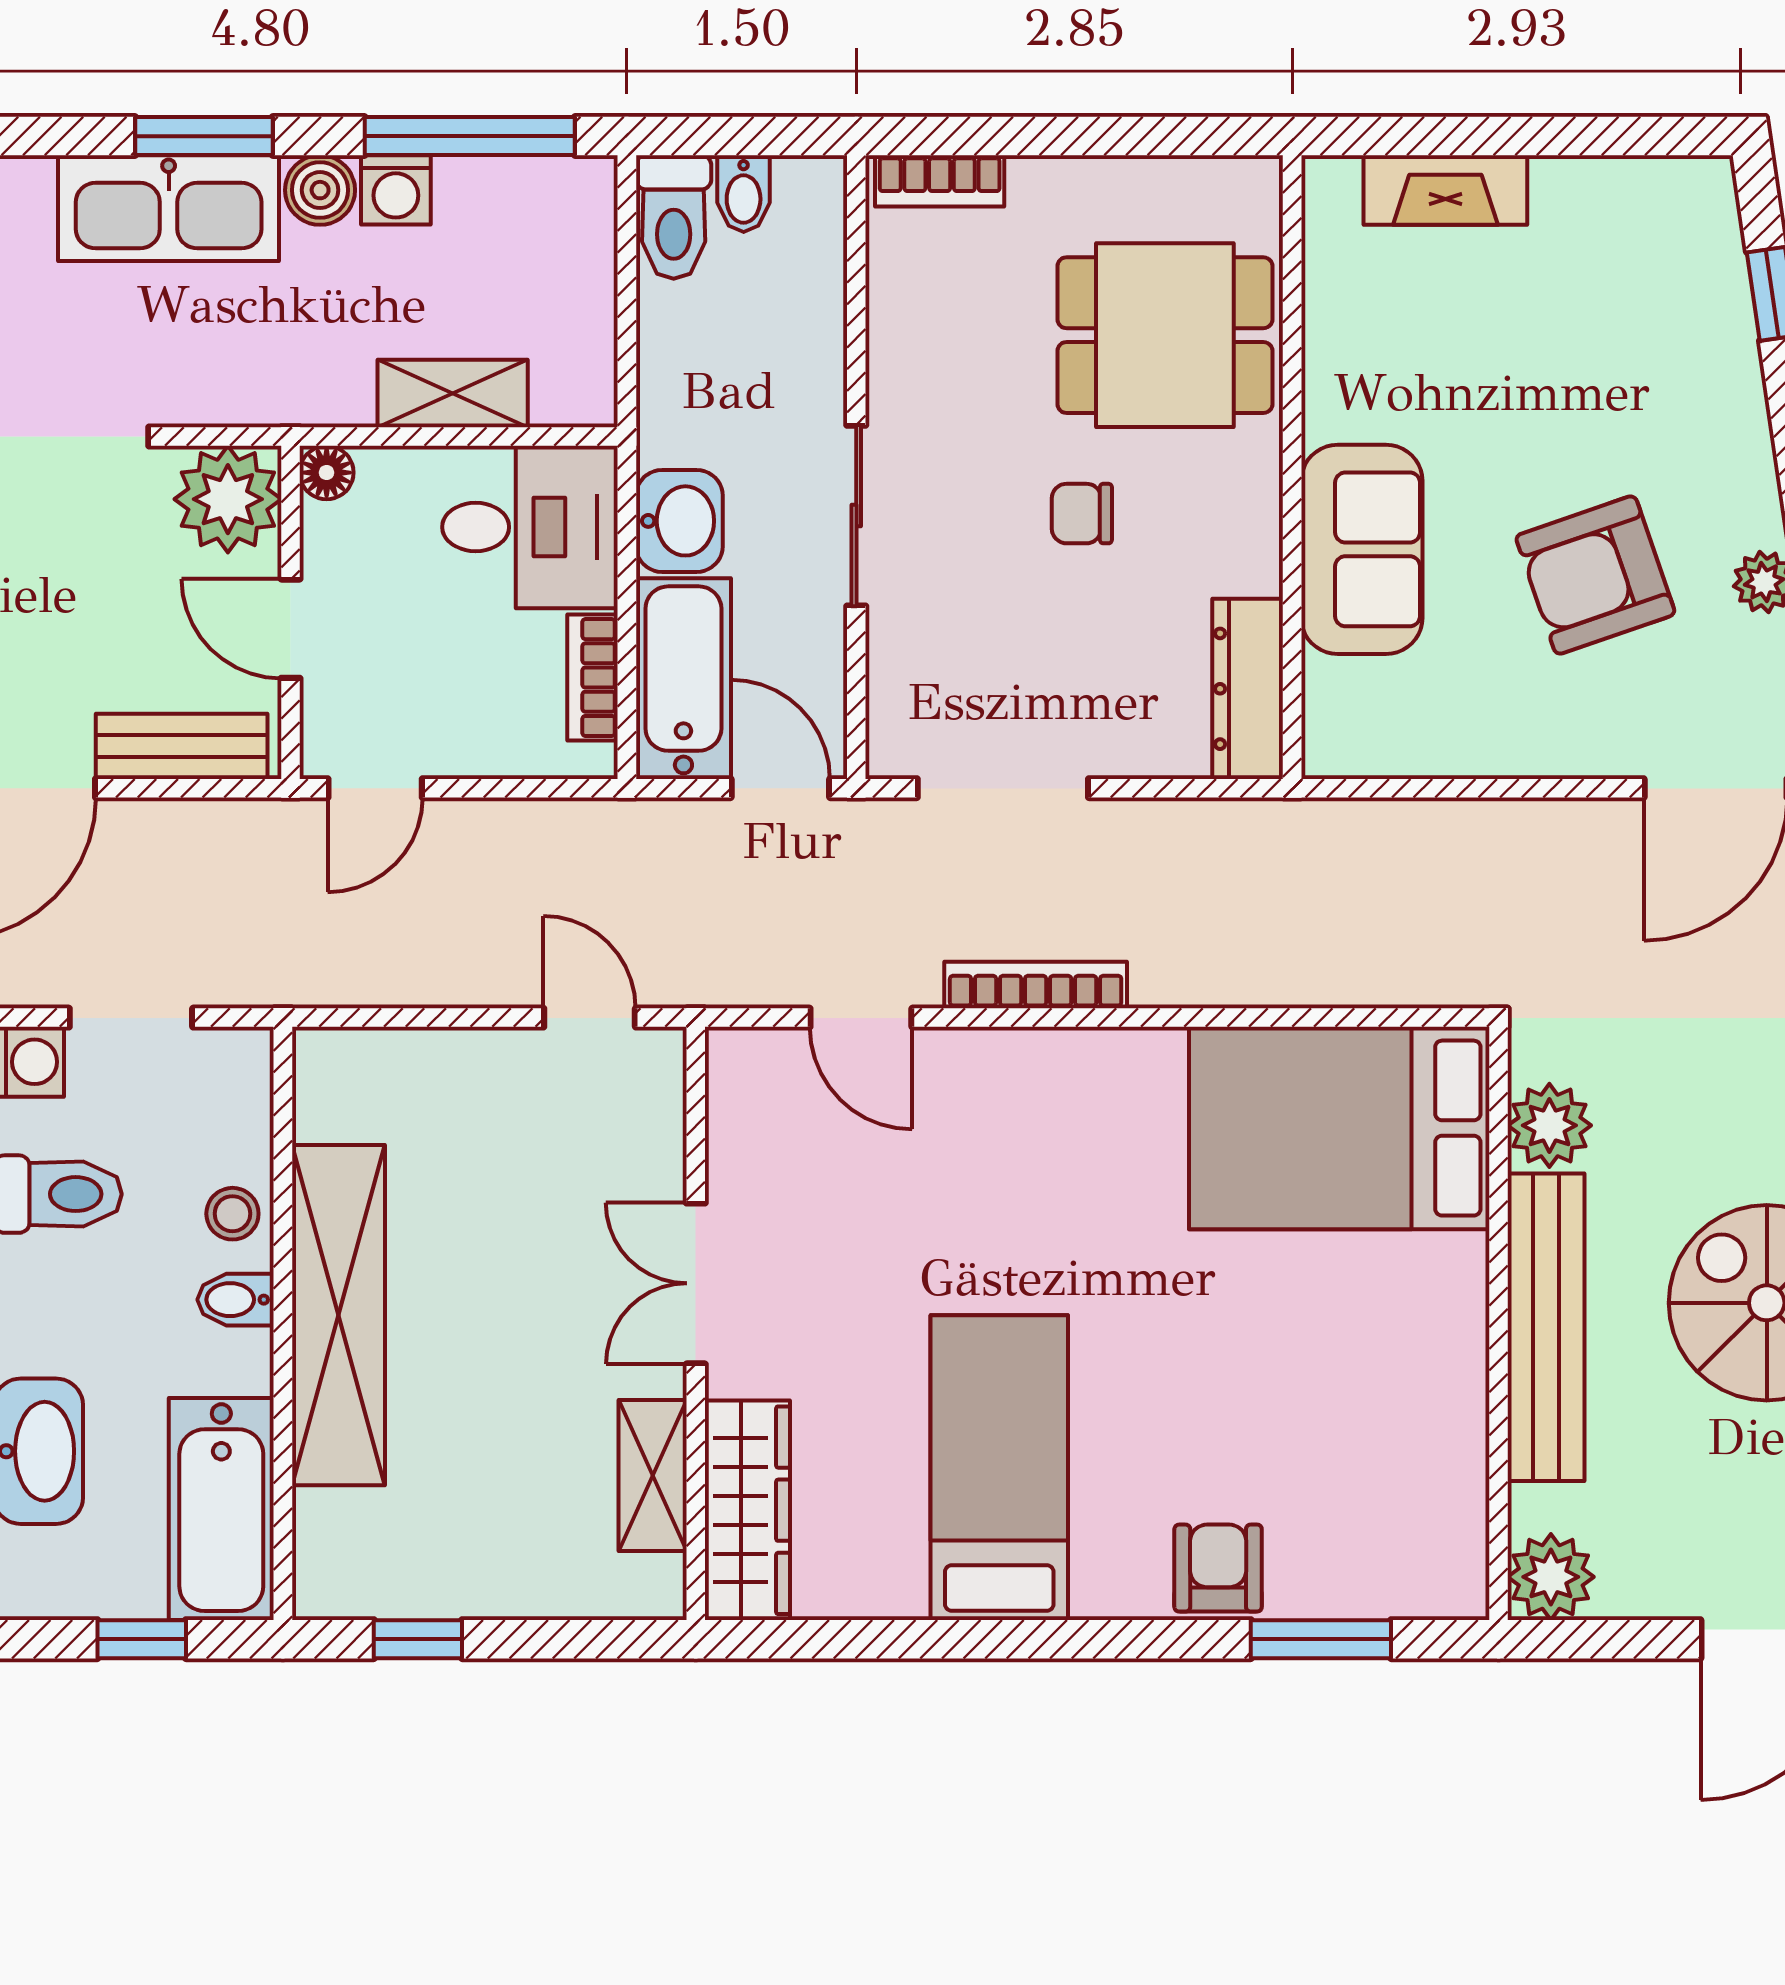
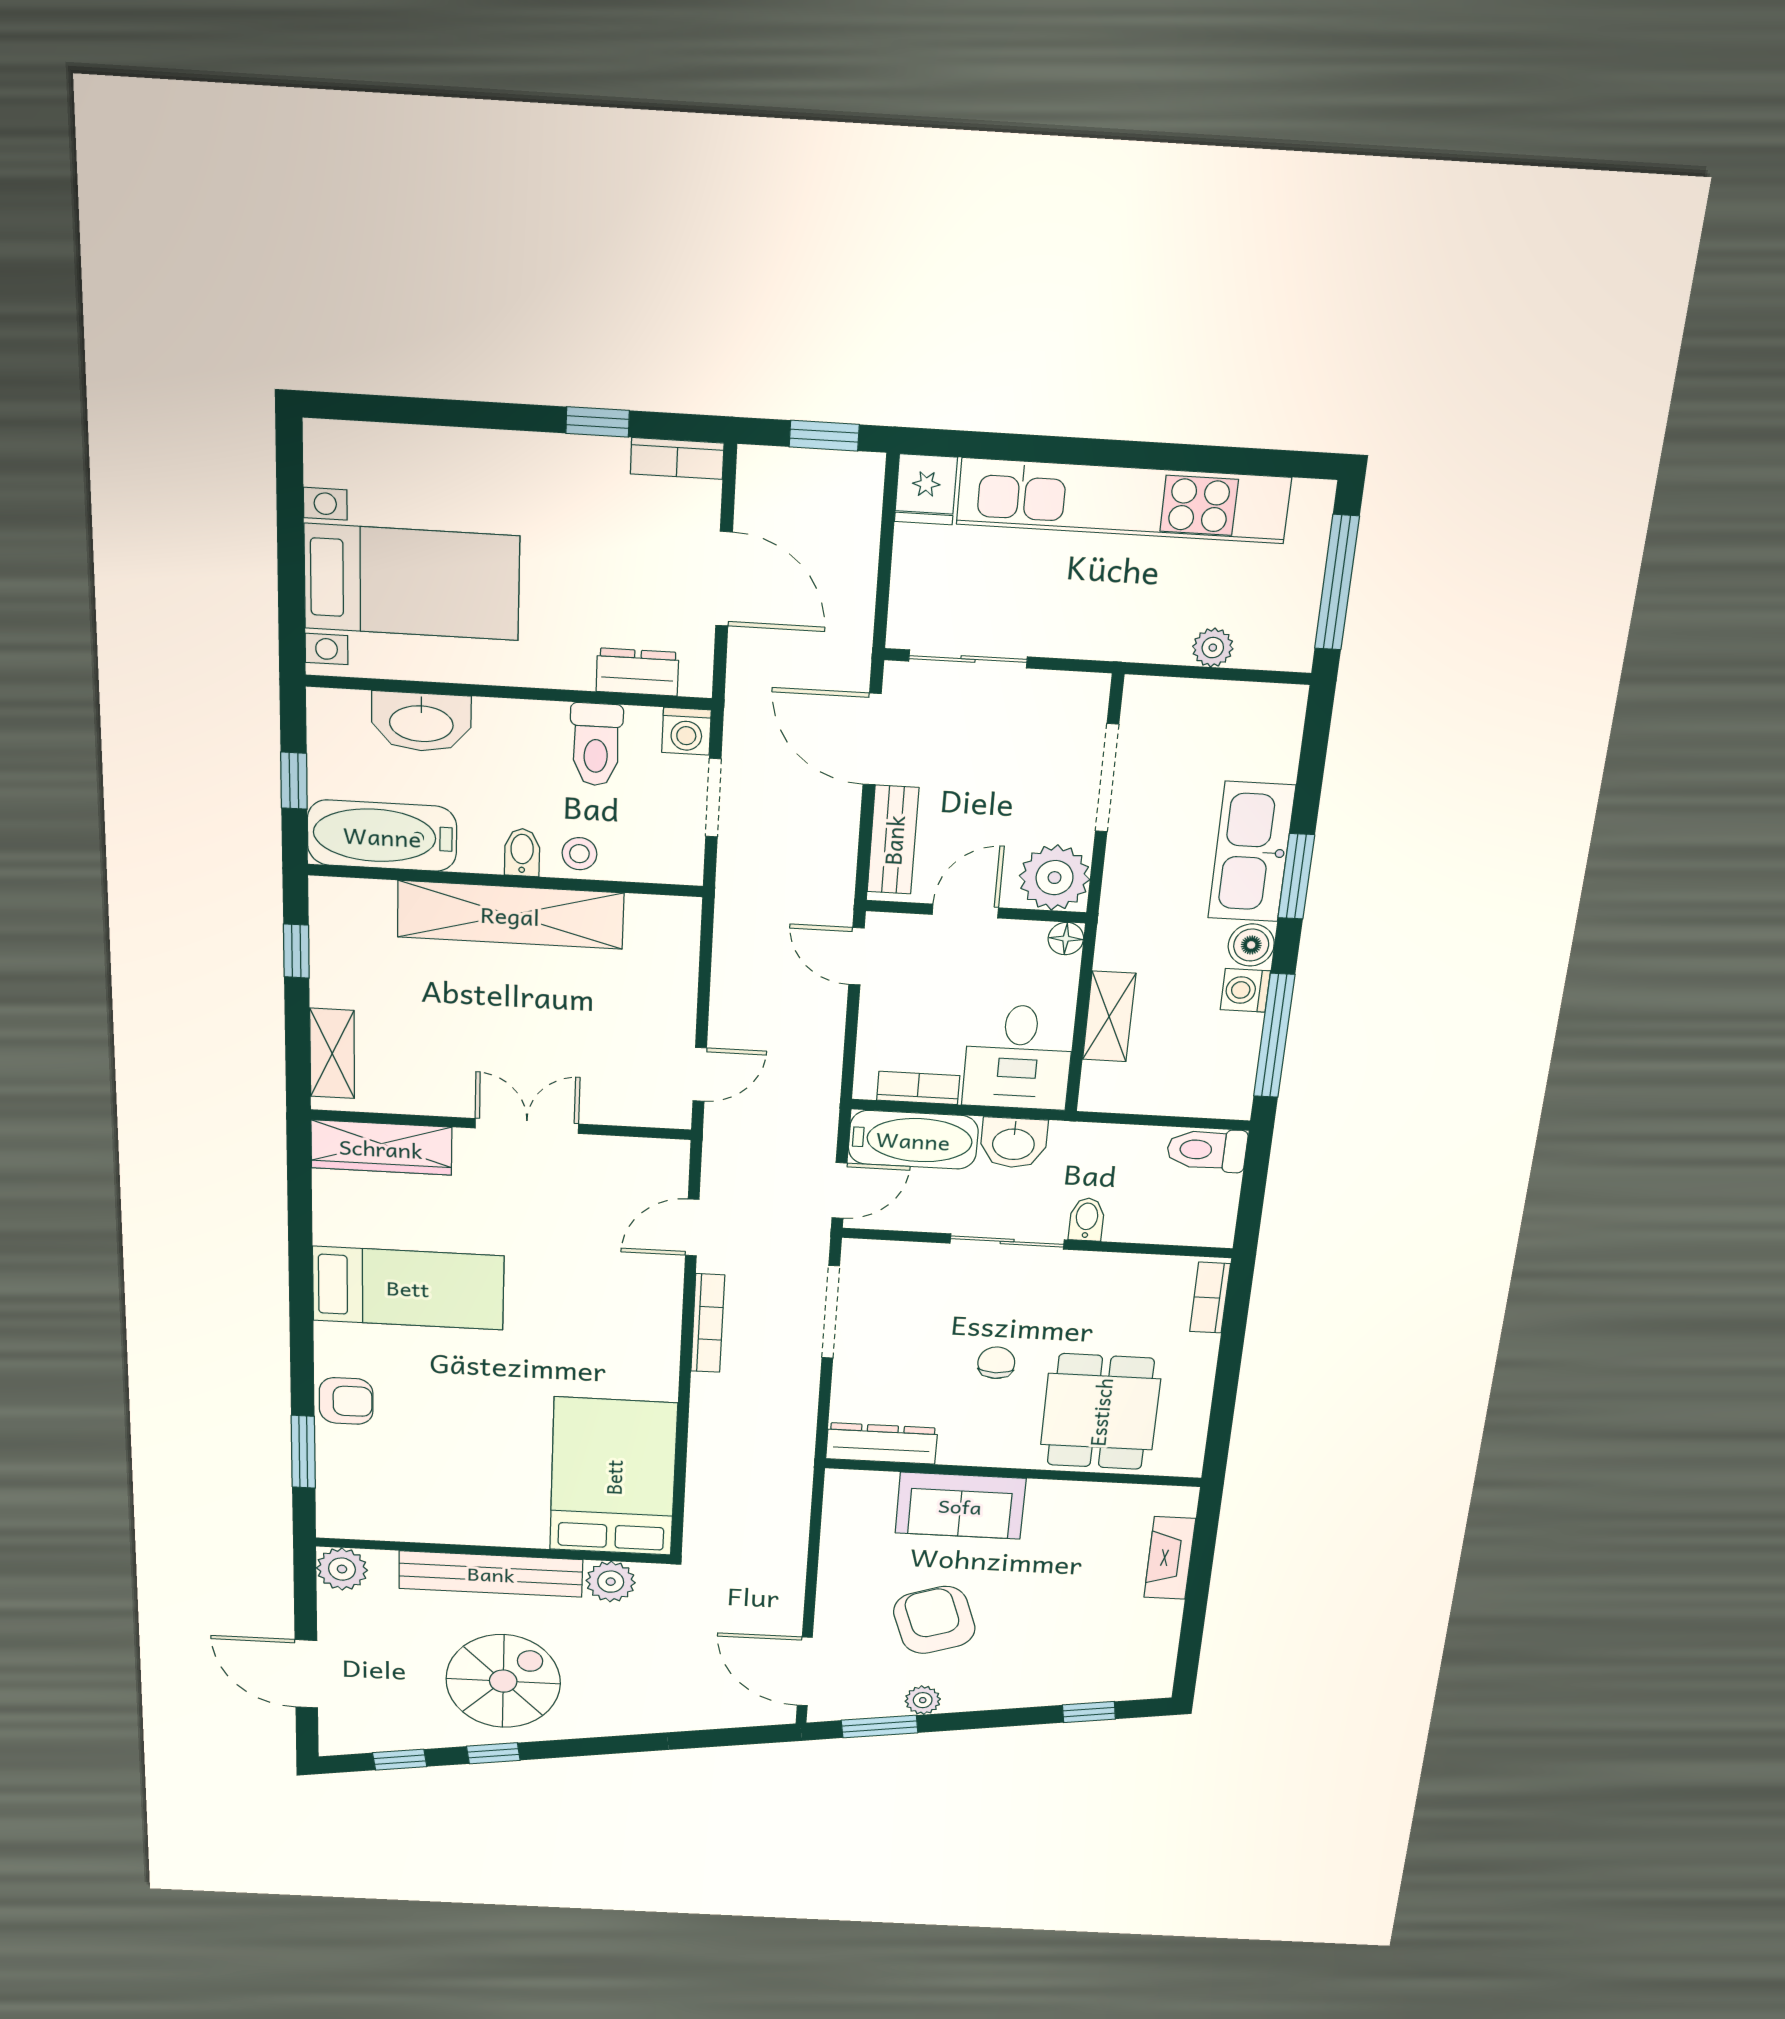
bidet: (744, 194) -> (1087, 1219), moved, turned 90
shelving: (653, 1476) -> (332, 1053), moved, turned 90

